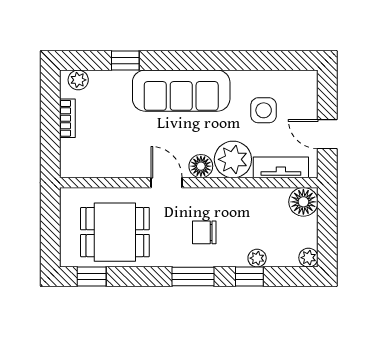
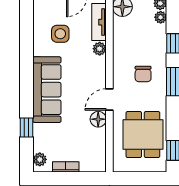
plant: (233, 159) -> (100, 49), width x0.53, depth x0.53
floor lamp: (201, 166) -> (98, 119), moved
plant: (257, 258) -> (161, 17), moved

